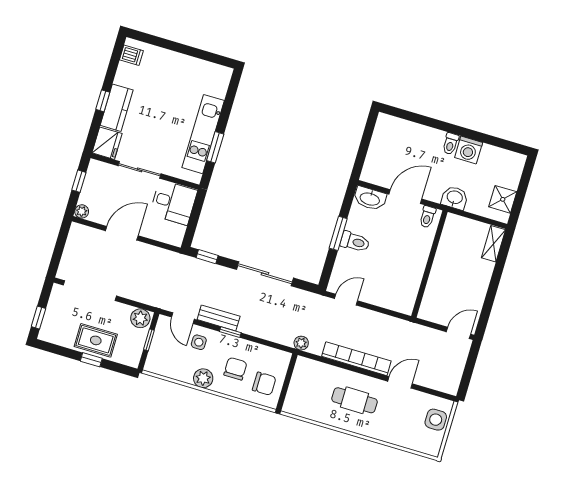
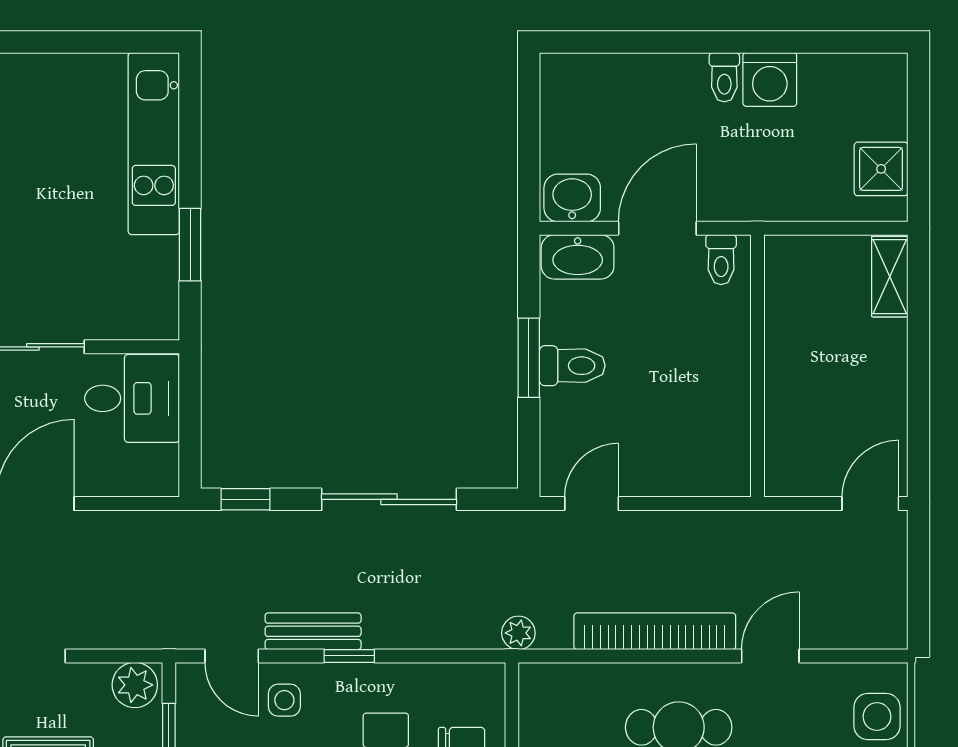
kitchen unit: (203, 134) -> (154, 144), moved
washbasin: (455, 198) -> (572, 198), moved

